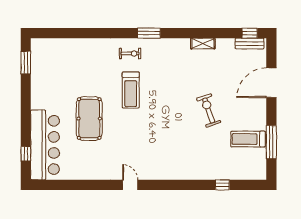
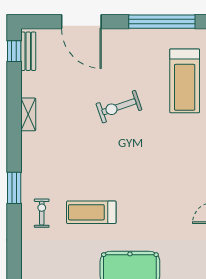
treadmill: (131, 90) -> (91, 212), turned 180
treadmill: (248, 139) -> (185, 81), moved, width x1.37, depth x1.38
window: (271, 142) -> (162, 22), width x1.46

